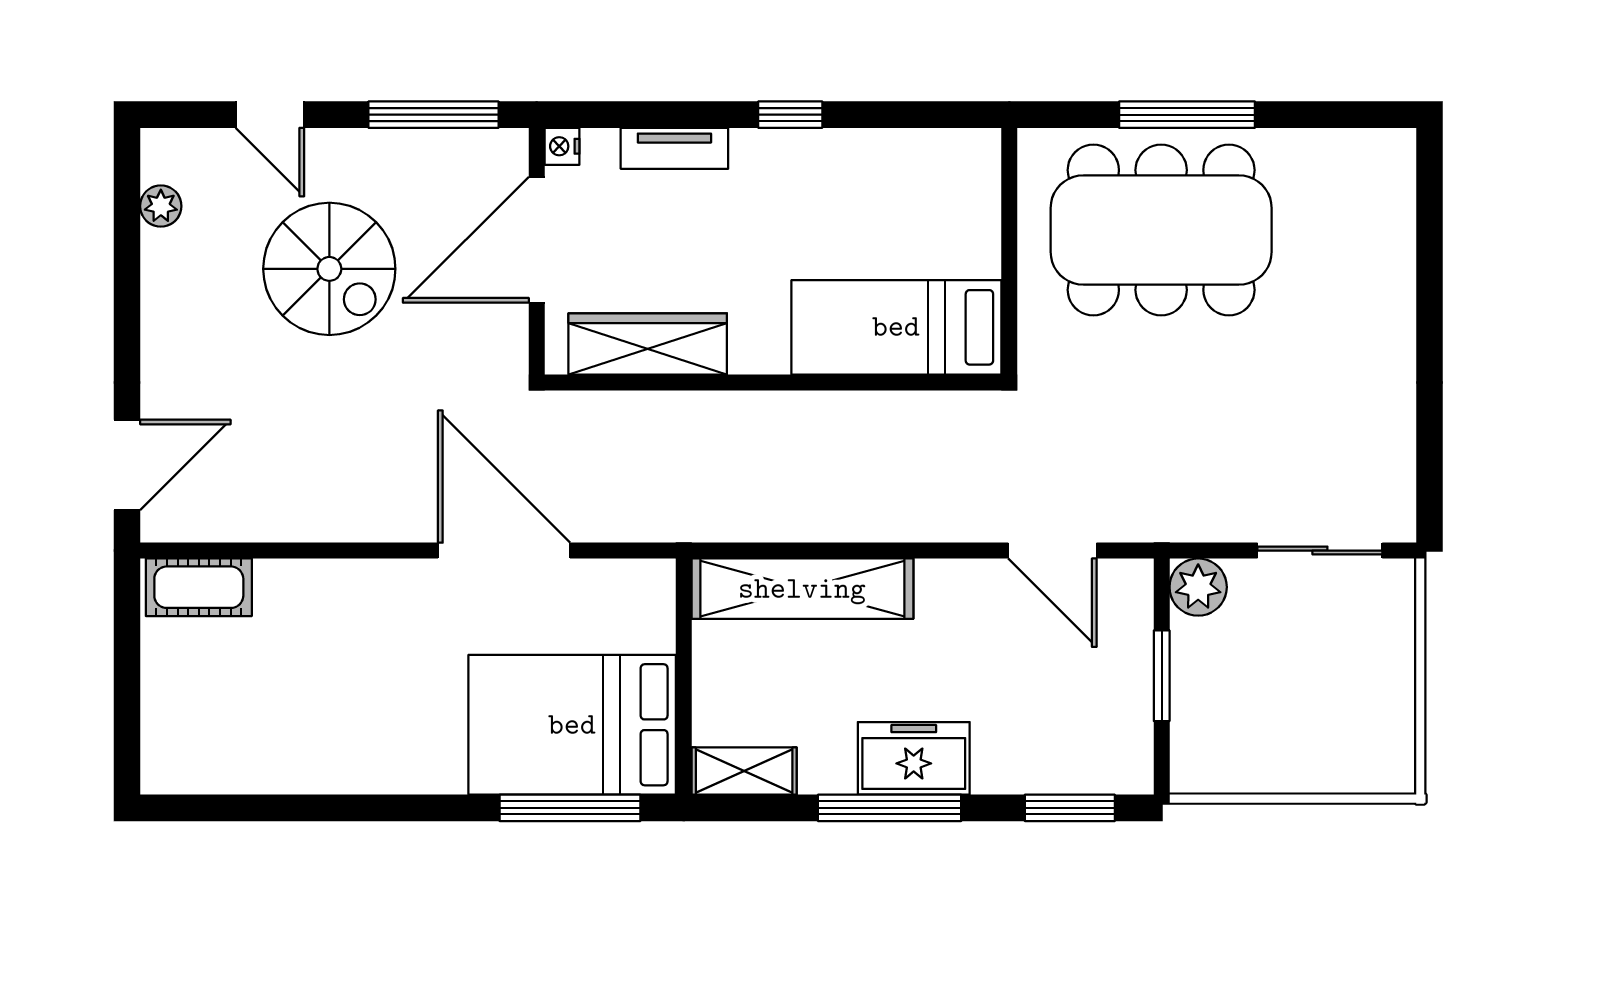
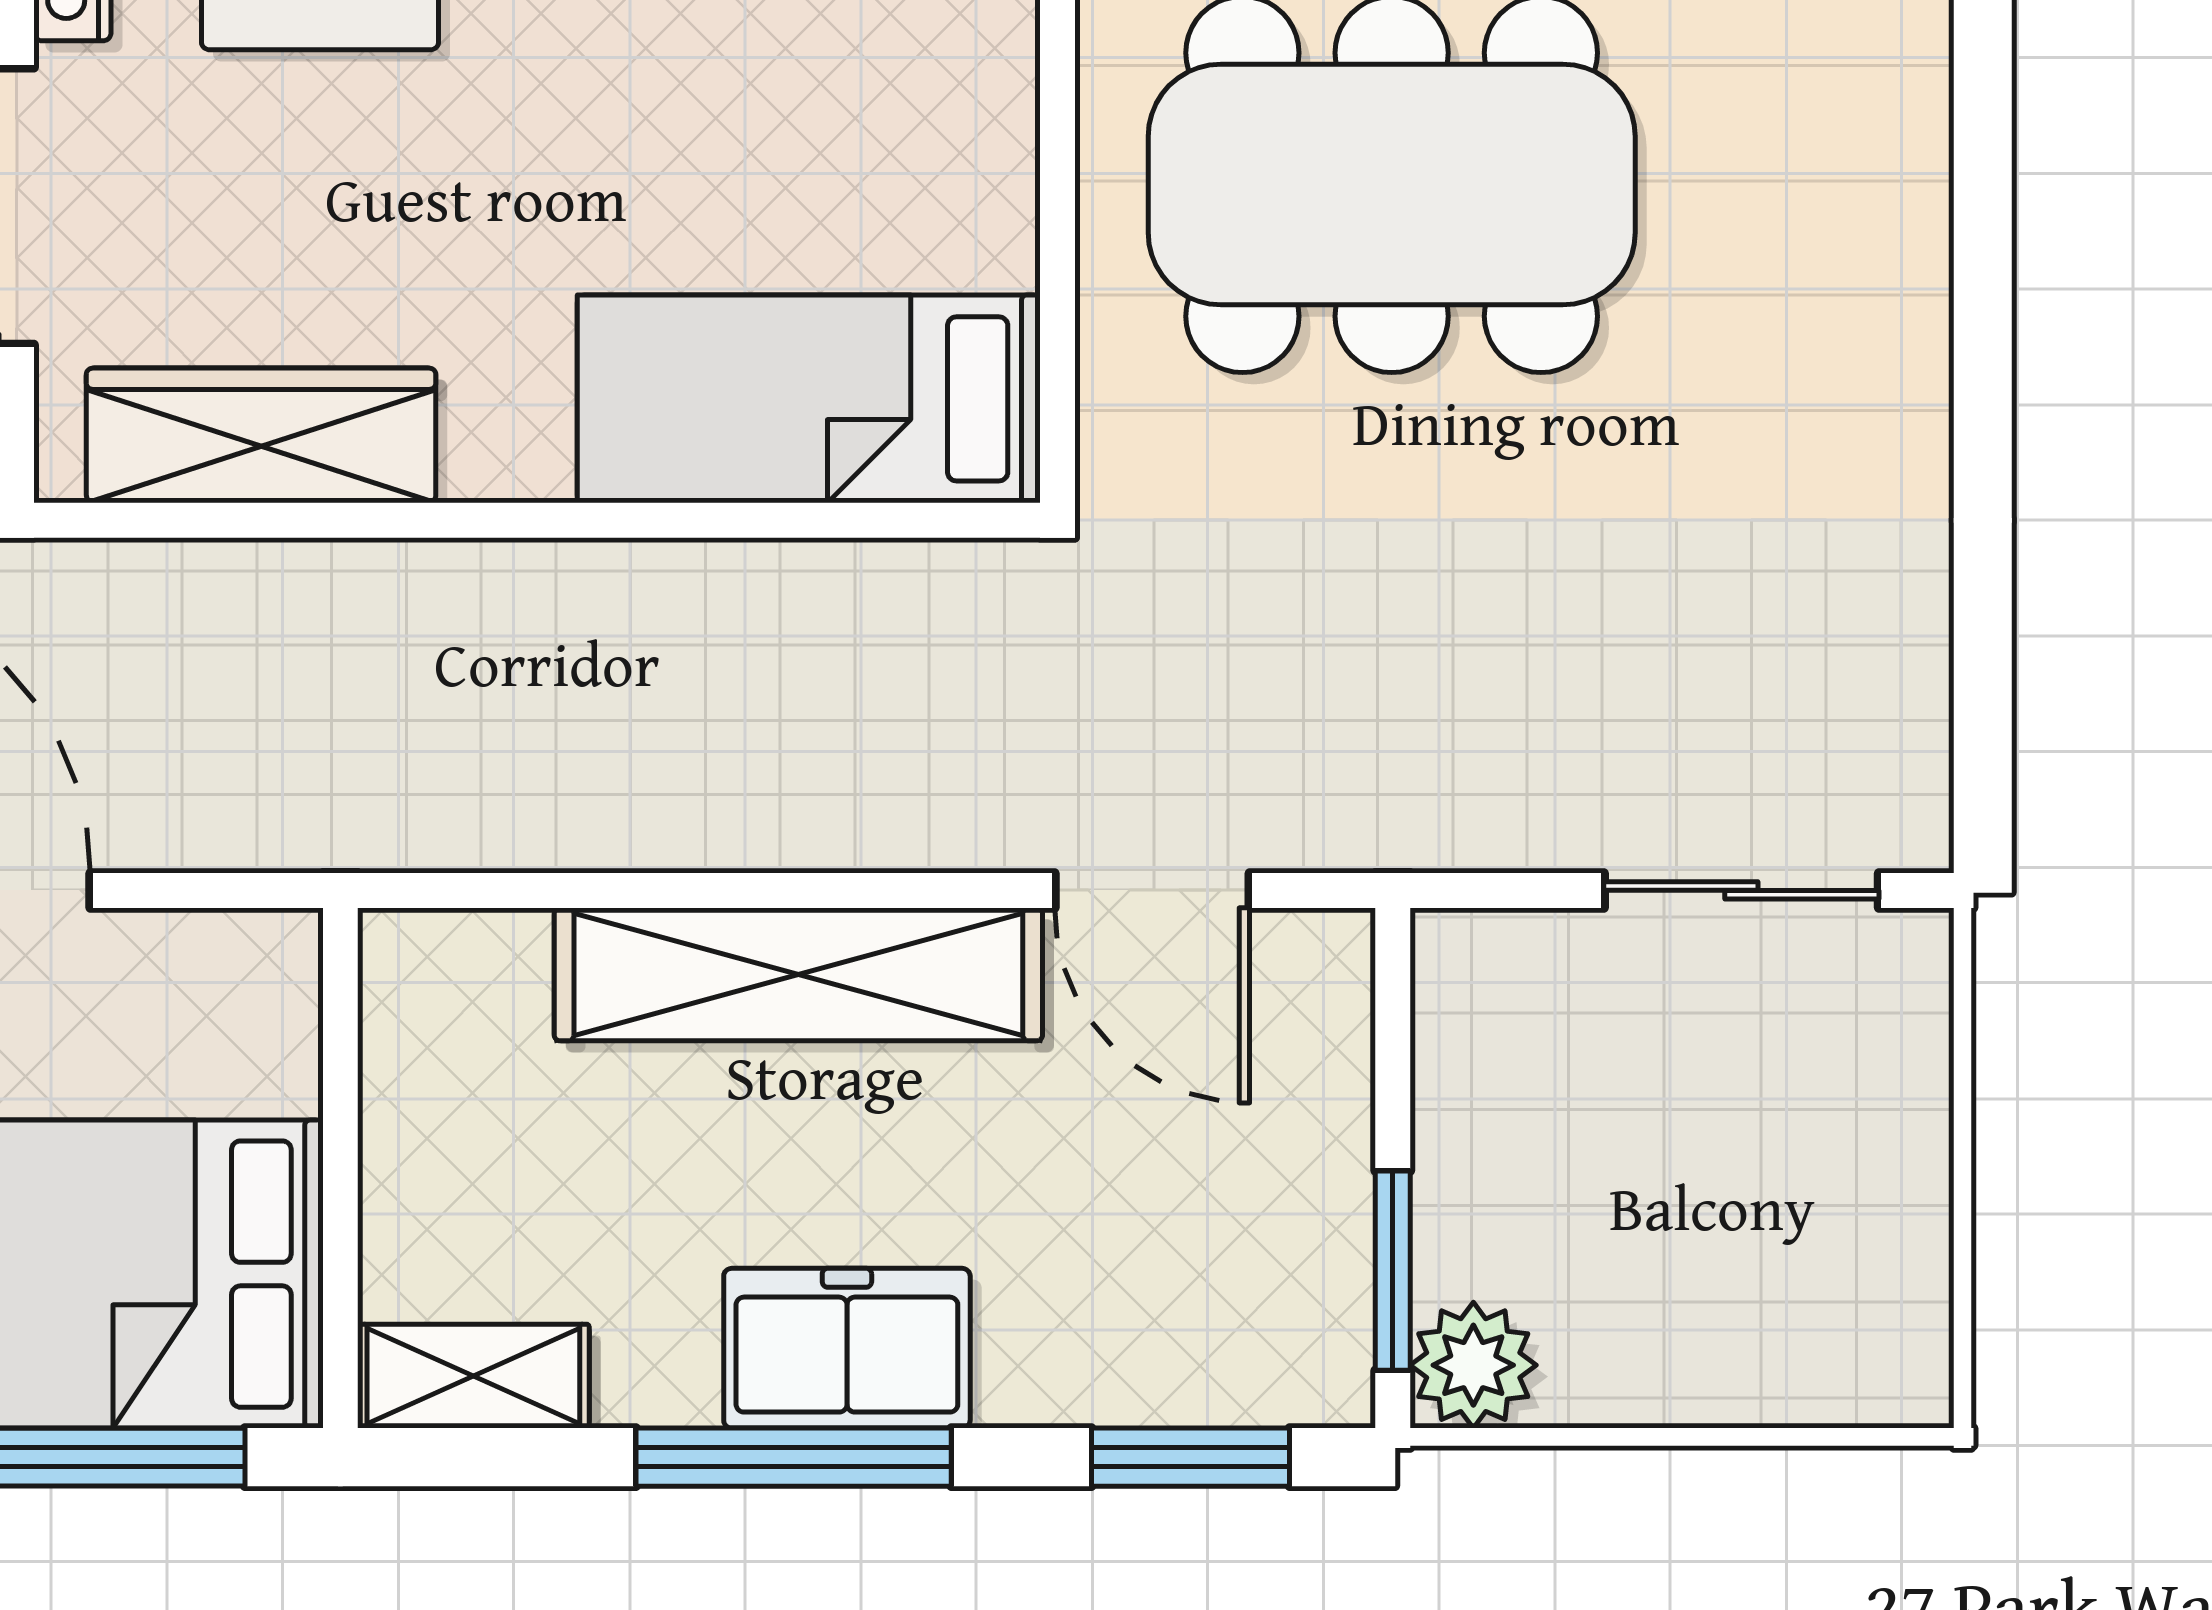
plant: (1198, 587) -> (1473, 1365), moved
shelving: (802, 589) -> (798, 974), moved
window: (1162, 676) -> (1393, 1271), moved

